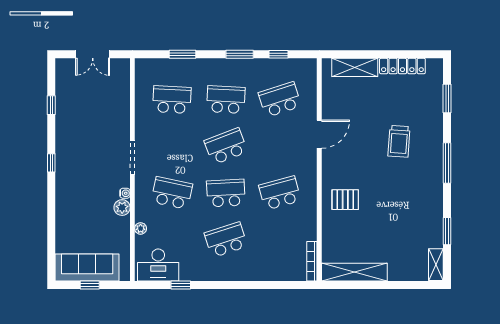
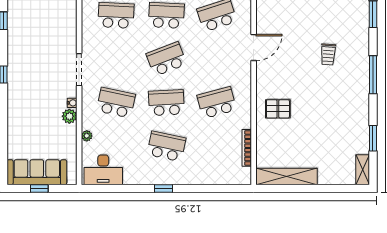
trolley: (399, 141) -> (328, 54), width x0.73, depth x0.72
school desk: (226, 240) -> (166, 146), turned 30
bookcase: (312, 261) -> (247, 148), moved
window: (181, 285) -> (163, 188), moved

